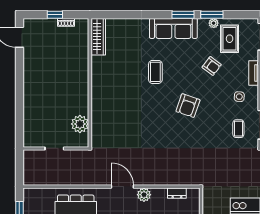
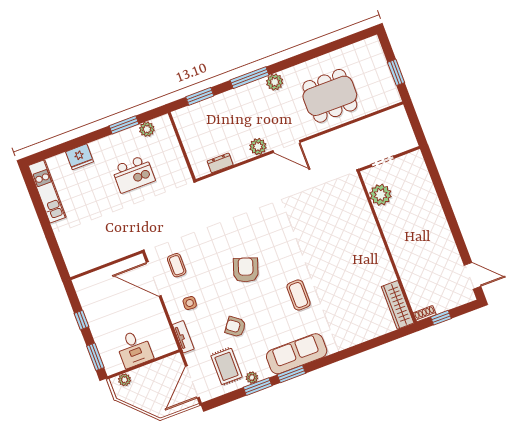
wardrobe: (98, 37) -> (398, 305), moved
wall: (90, 83) -> (387, 247), moved
plant: (80, 124) -> (381, 195), moved

